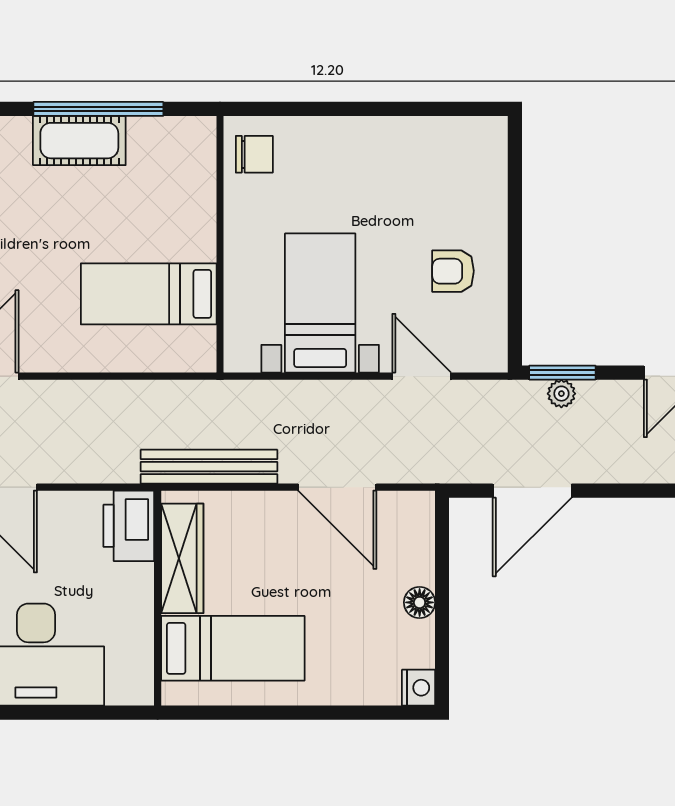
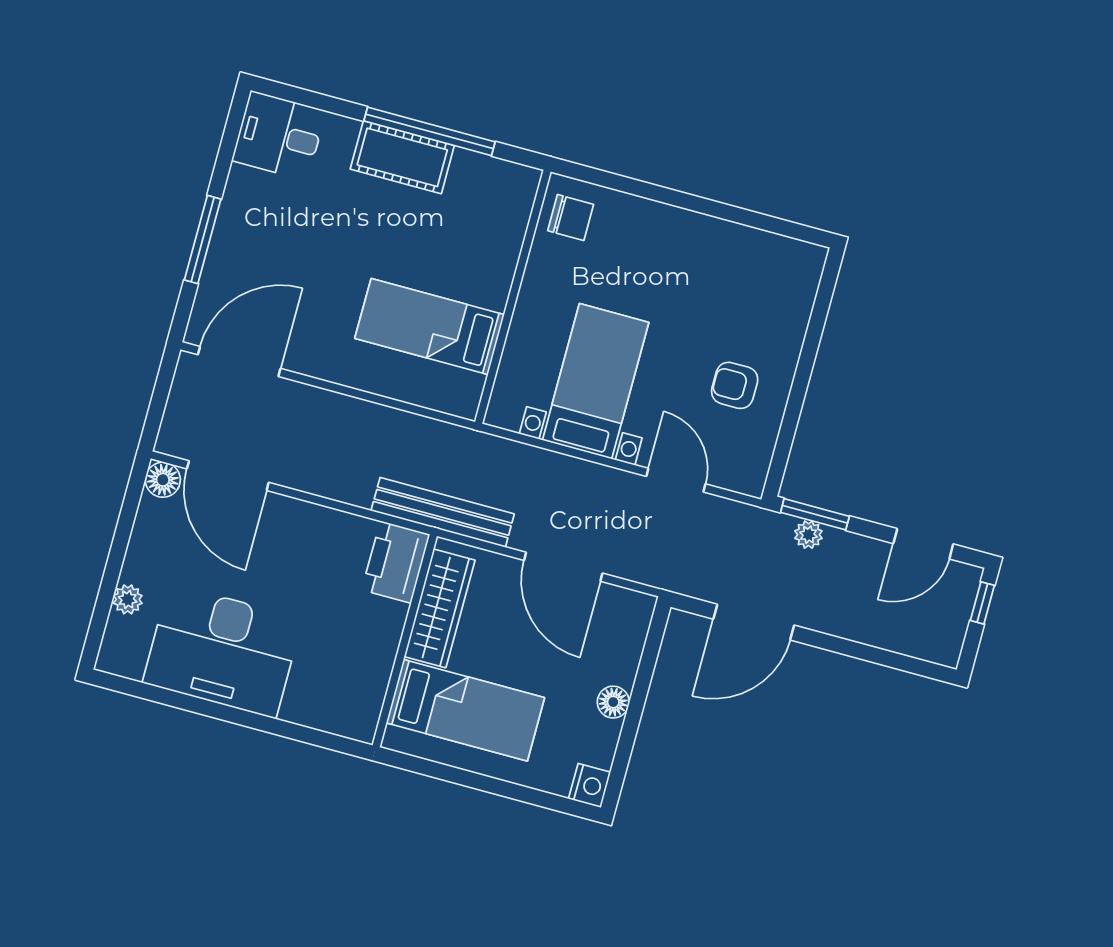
printer: (129, 526) -> (396, 562), moved
wardrobe: (182, 558) -> (440, 608), moved
wall: (158, 598) -> (405, 641), moved
bed: (233, 648) -> (465, 710), moved

